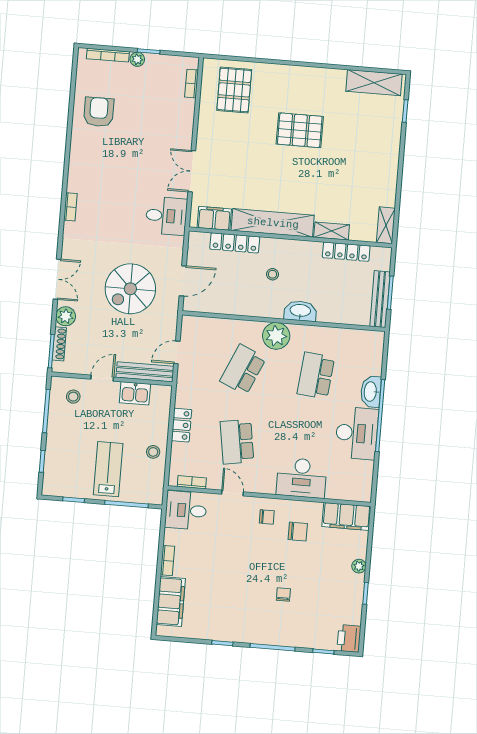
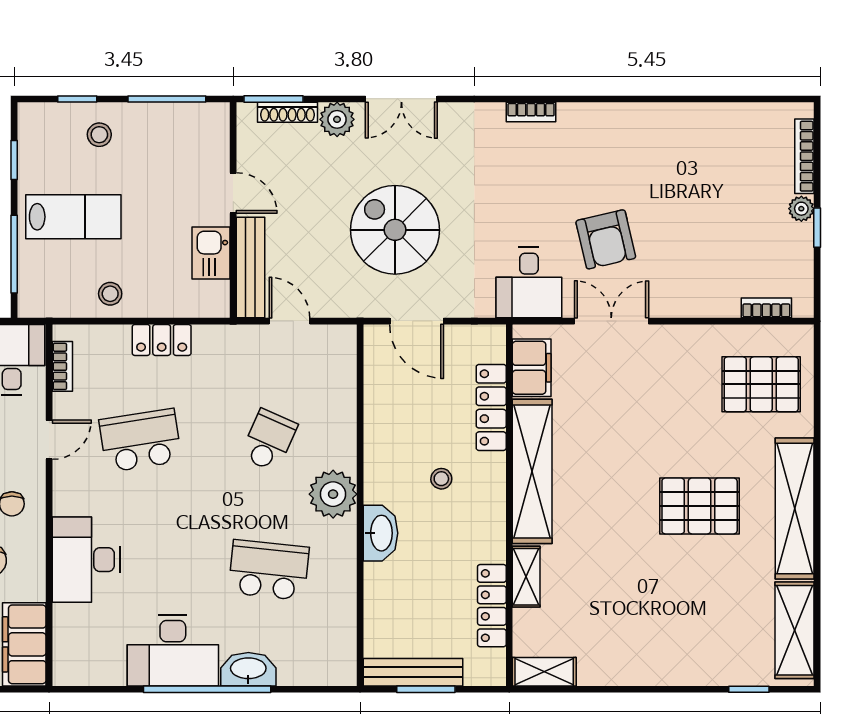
shelving: (306, 77) -> (795, 509), added
armchair: (99, 112) -> (606, 239), moved, turned 77
pallet: (300, 130) -> (700, 506), turned 90
school desk: (243, 370) -> (269, 440), width x0.54
stool: (73, 397) -> (99, 135), moved

